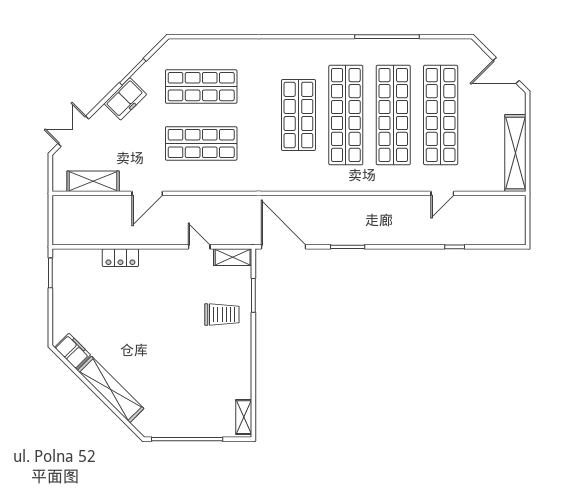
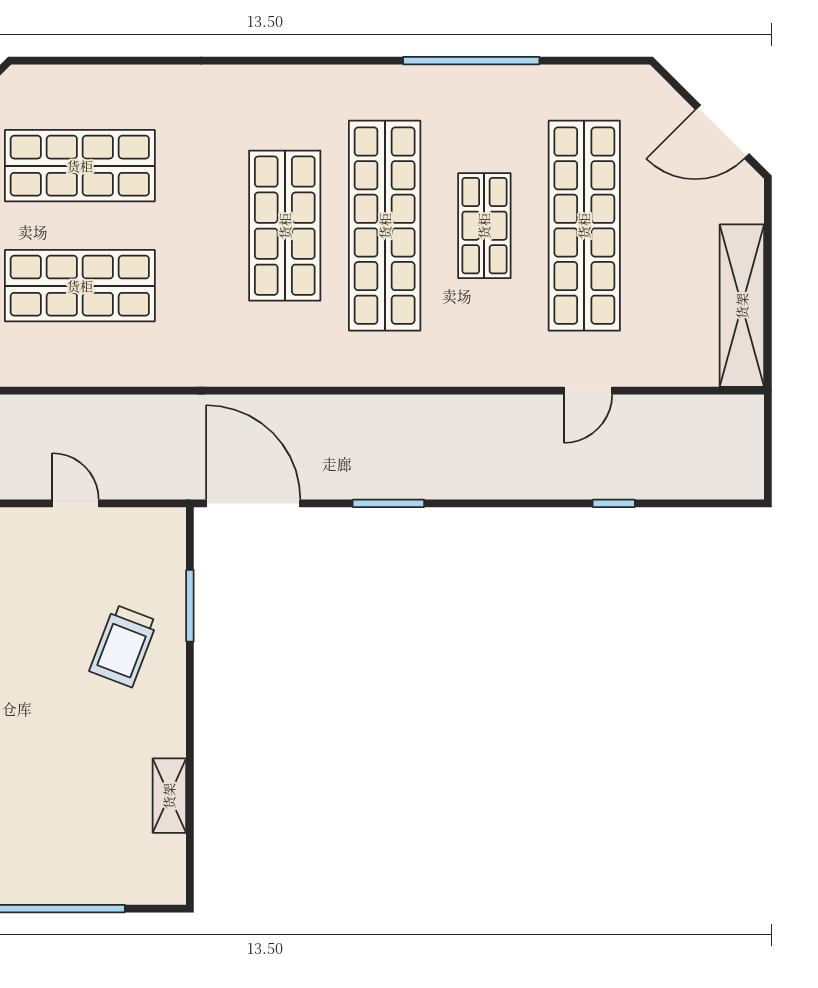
shop shelf: (393, 115) -> (484, 226), width x0.50, depth x0.74
shelving: (233, 257) -> (146, 525), removed
trolley: (222, 315) -> (123, 646), turned 111
shelving: (244, 417) -> (169, 796), moved

